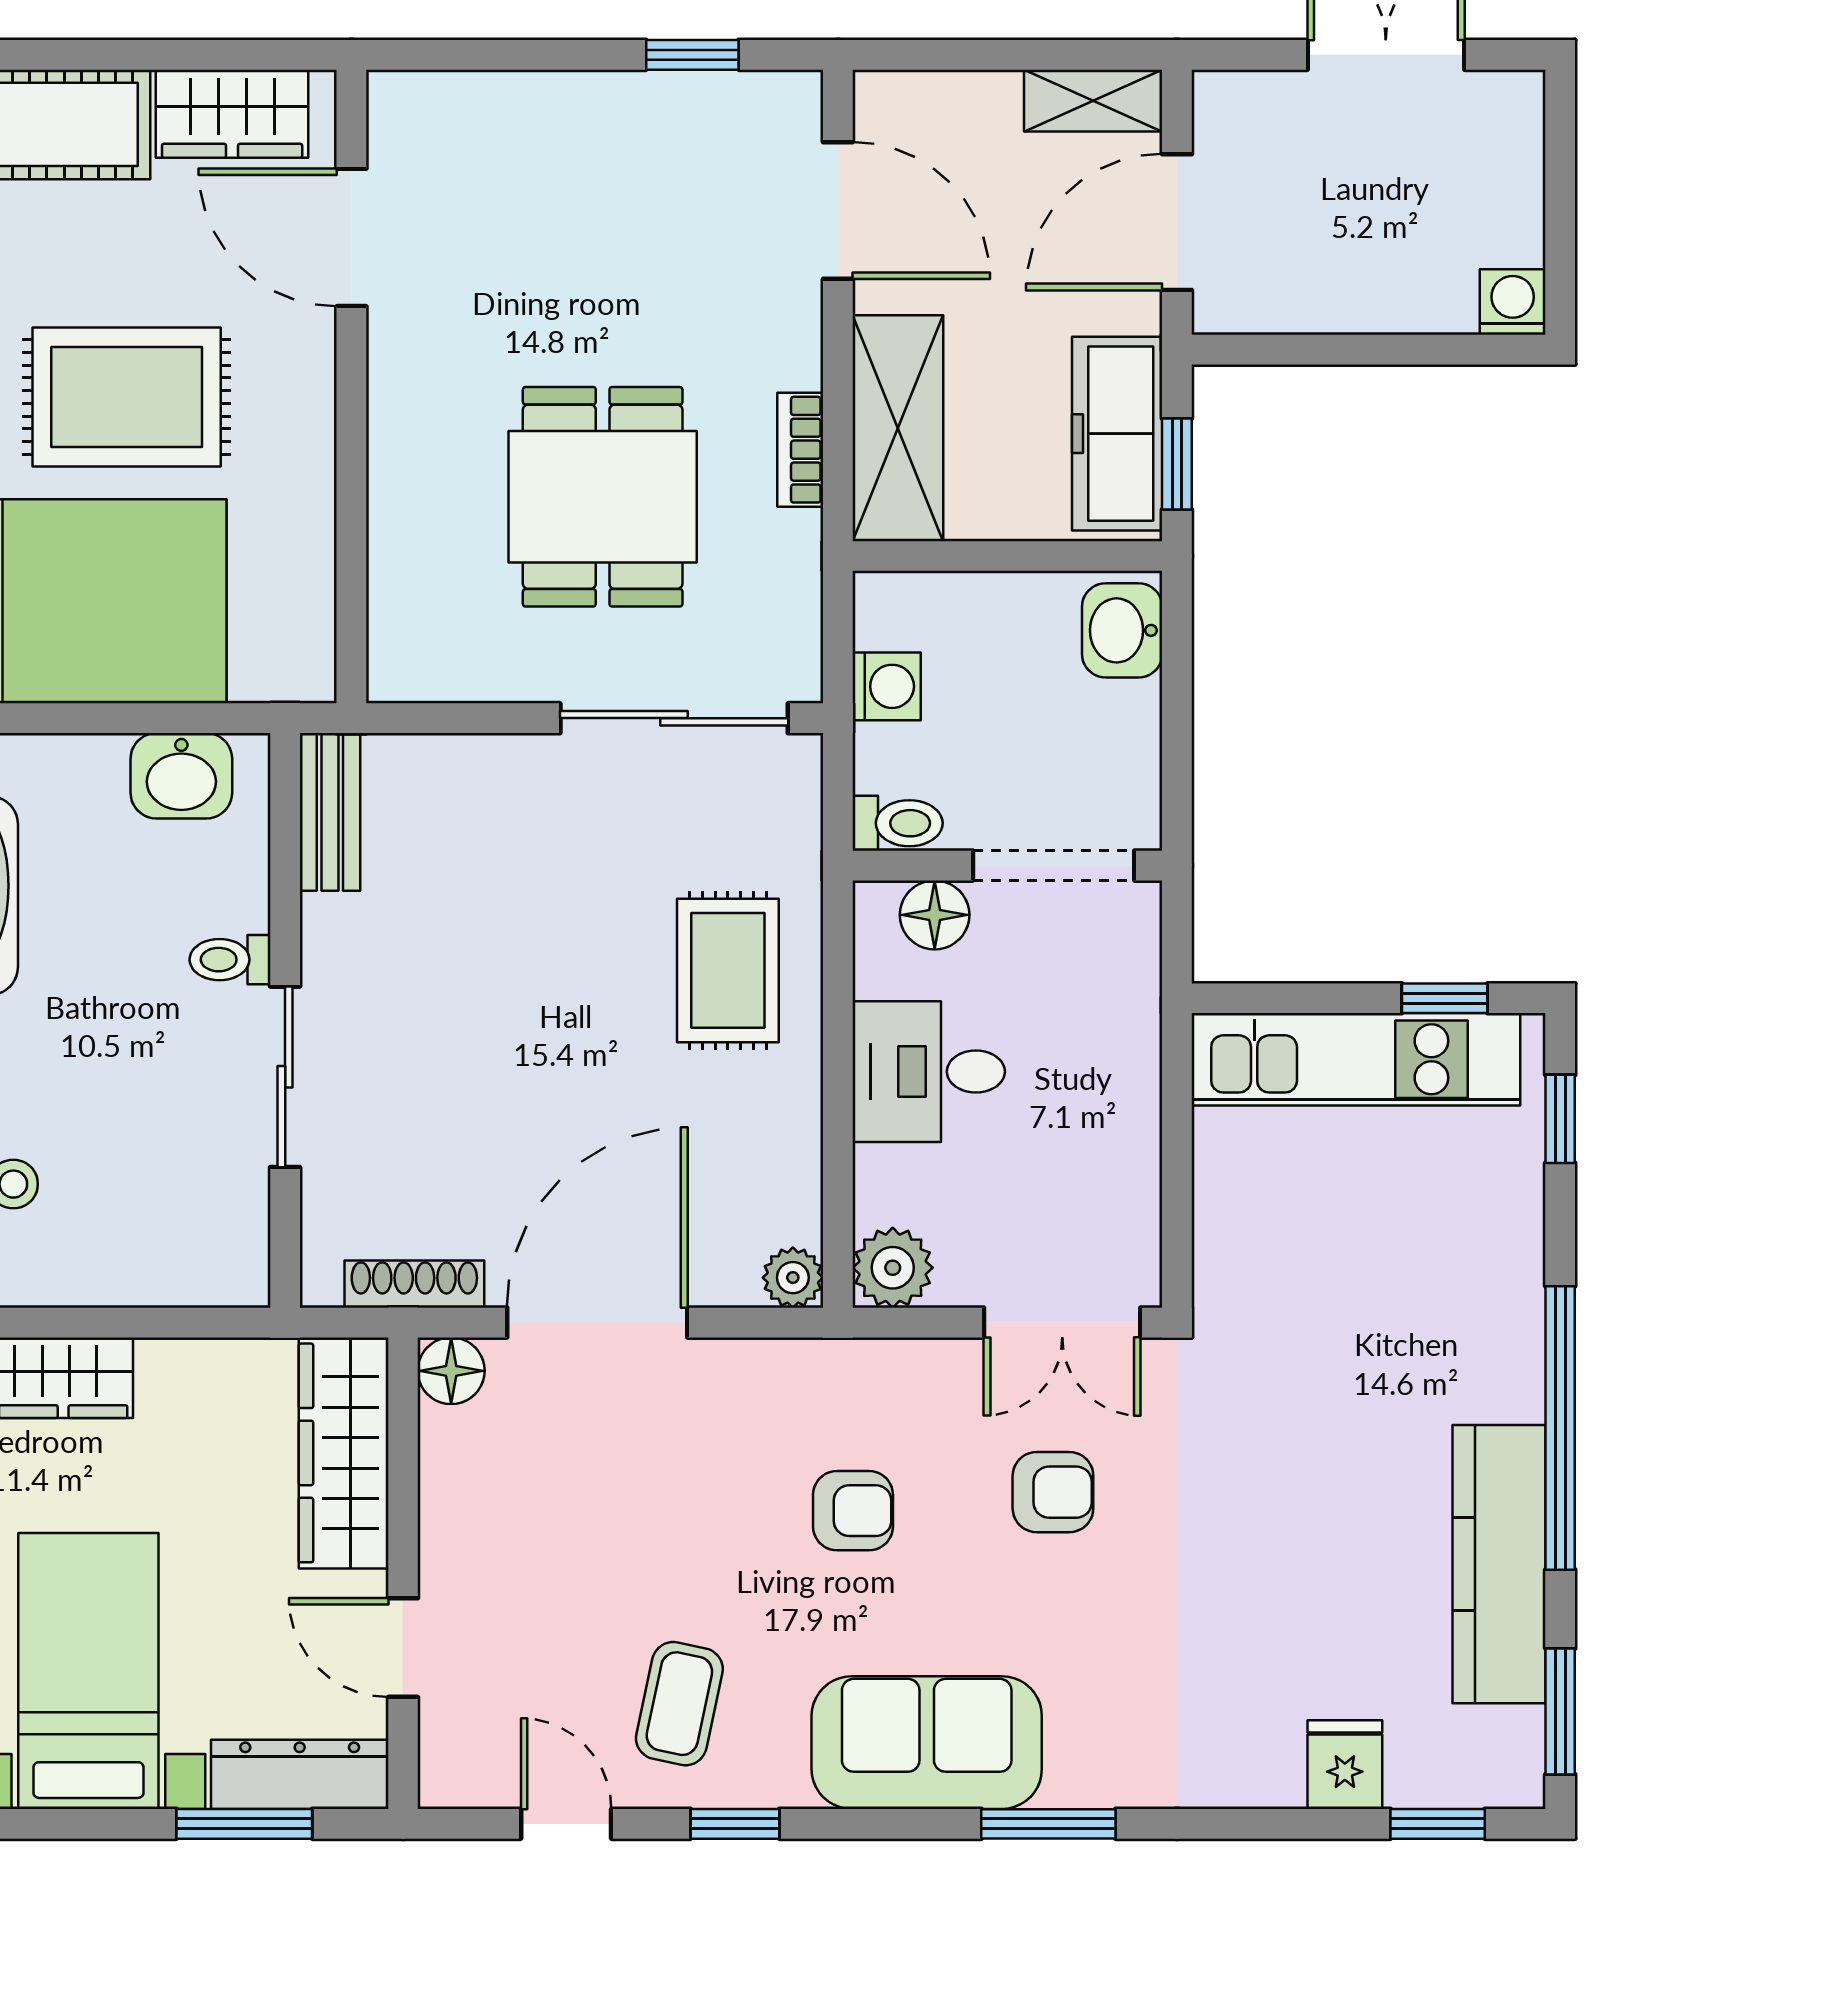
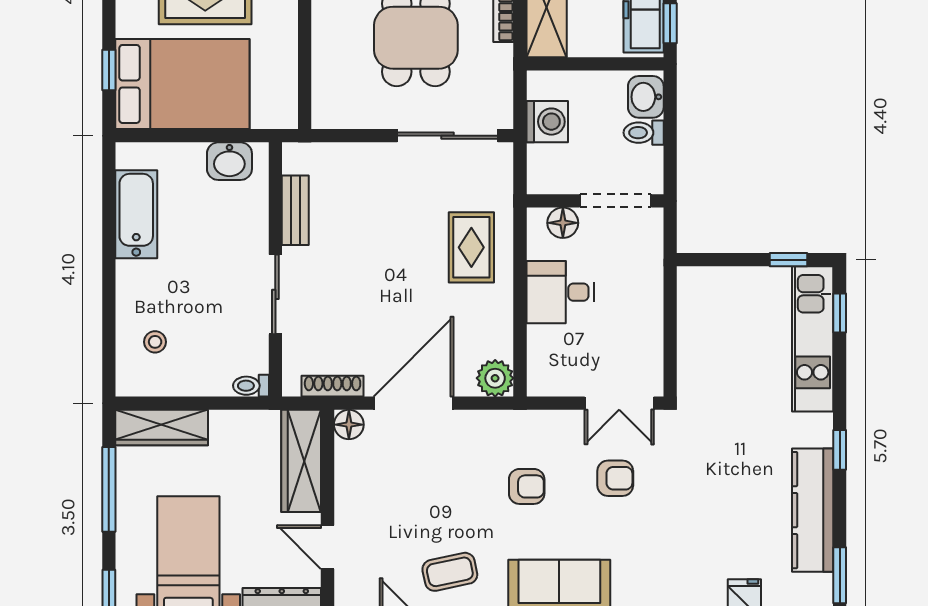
washing machine: (887, 686) -> (547, 122), width x1.38, depth x1.38
bench: (330, 812) -> (295, 210), moved
toilet: (898, 823) -> (644, 133), moved, turned 180
toilet: (230, 960) -> (251, 386), moved
kitchen unit: (1356, 1059) -> (813, 339), moved, turned 90
plant: (893, 1268) -> (544, 379), removed
plant: (793, 1278) -> (495, 378), width x1.38, depth x1.38
window: (1560, 1428) -> (840, 450), width x0.32
coffee table: (679, 1704) -> (450, 572), turned 66

